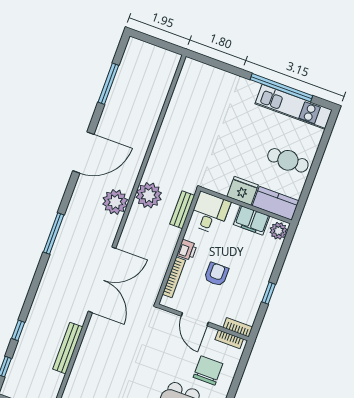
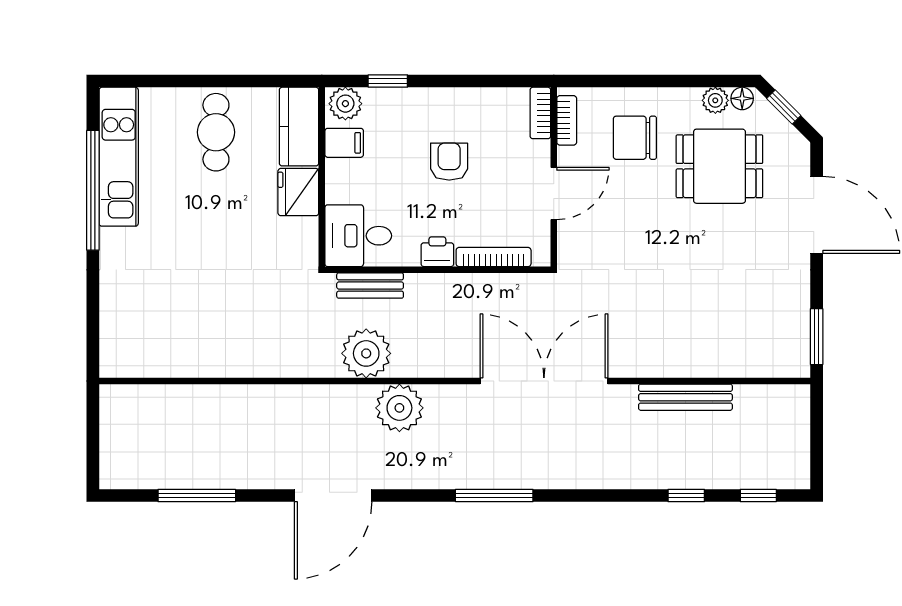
door: (83, 152) -> (333, 495), swing flipped
filing cabinet: (252, 220) -> (344, 143), width x0.50
armchair: (216, 274) -> (449, 162), moved, turned 90
window: (269, 293) -> (388, 81), moved

